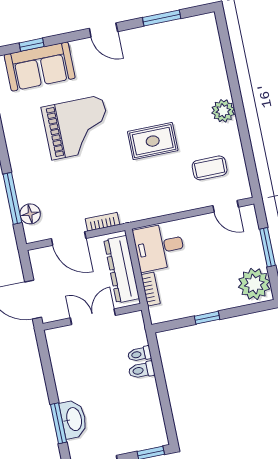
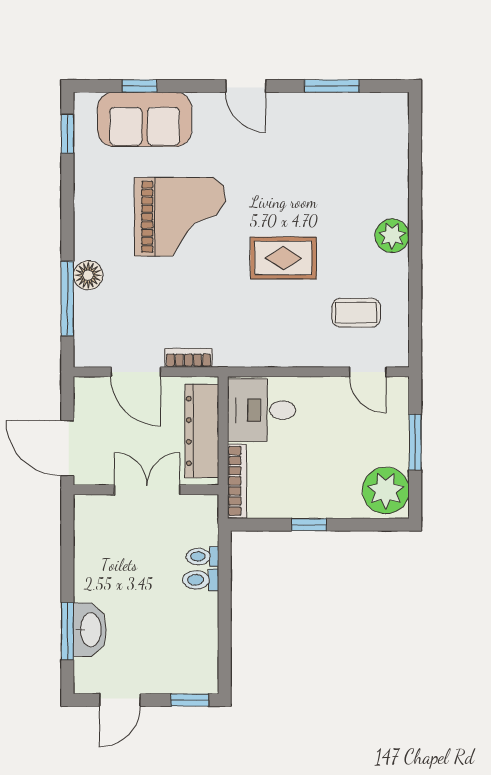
floor lamp: (30, 214) -> (88, 275), moved
bookcase: (151, 289) -> (237, 481), width x1.56

